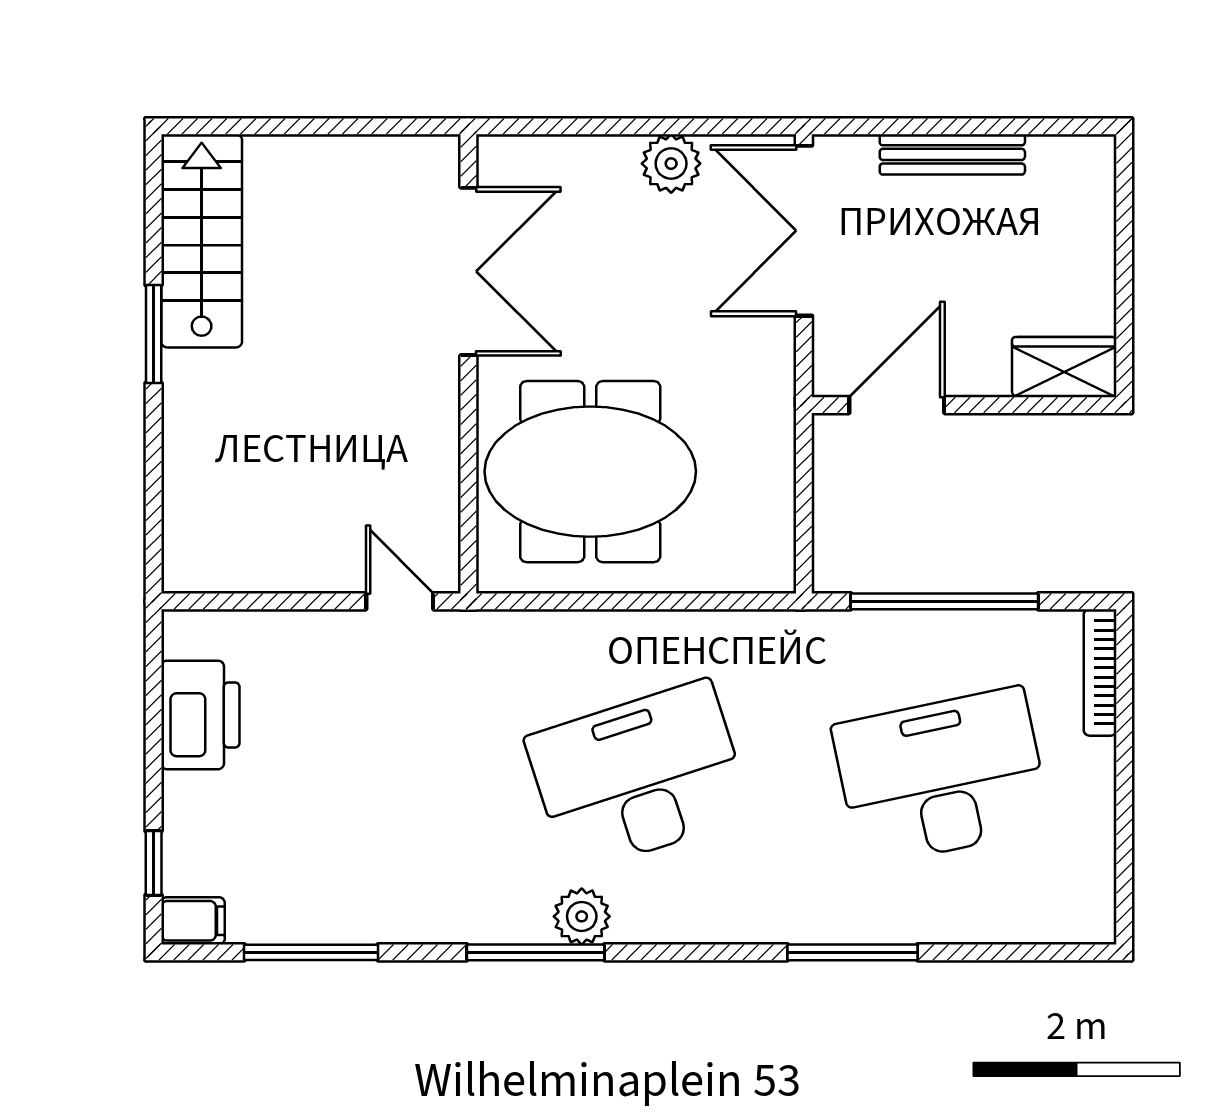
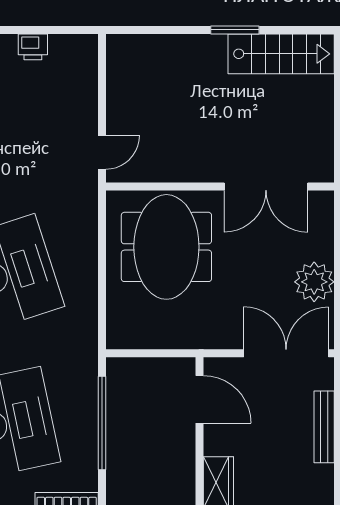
plant: (671, 164) -> (314, 282), width x1.36, depth x1.36
printer: (200, 715) -> (33, 47), width x0.53, depth x0.68

